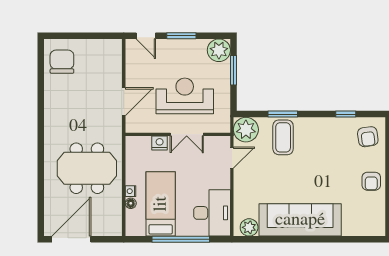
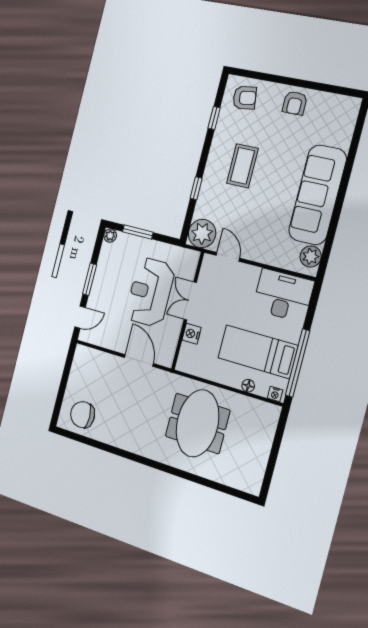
plant: (219, 50) -> (110, 236), width x0.53, depth x0.53
window: (283, 114) -> (196, 188), width x0.67
double door: (187, 134) -> (190, 301), swing flipped
coffee table: (283, 137) -> (242, 166), moved, turned 90
armchair: (371, 181) -> (295, 103), turned 90
nightstand: (131, 191) -> (275, 394), moved
door: (71, 239) -> (271, 467), removed
window: (181, 239) -> (298, 363), moved

